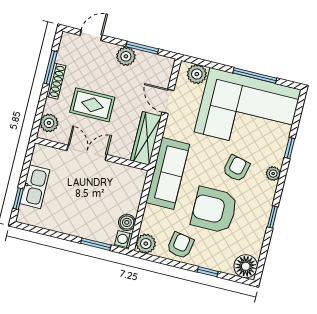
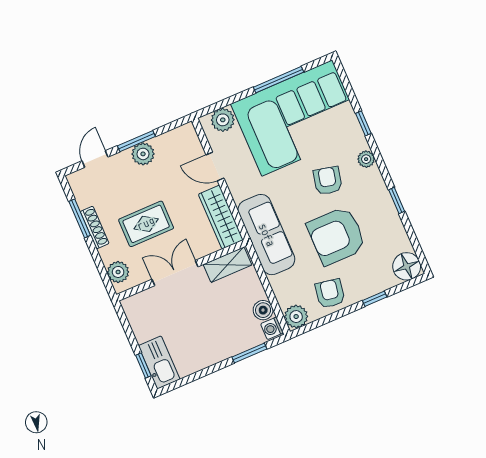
window: (142, 48) -> (136, 141), moved
shelving: (126, 174) -> (227, 265), added
kitchen sink: (35, 187) -> (159, 363), moved

